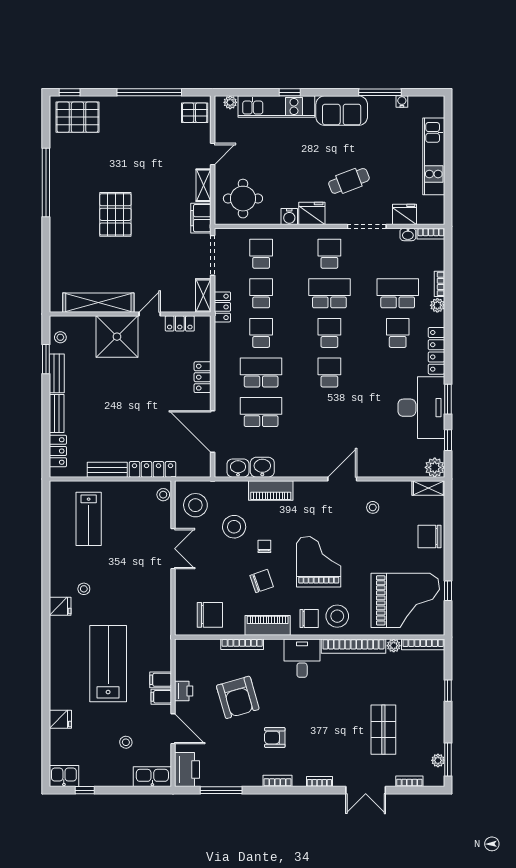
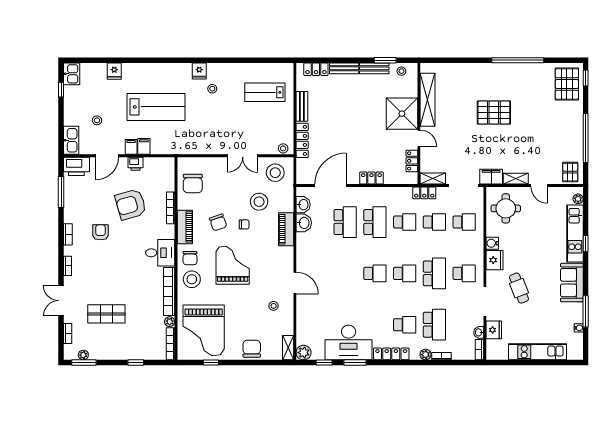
grand piano: (319, 562) -> (233, 265), turned -90

